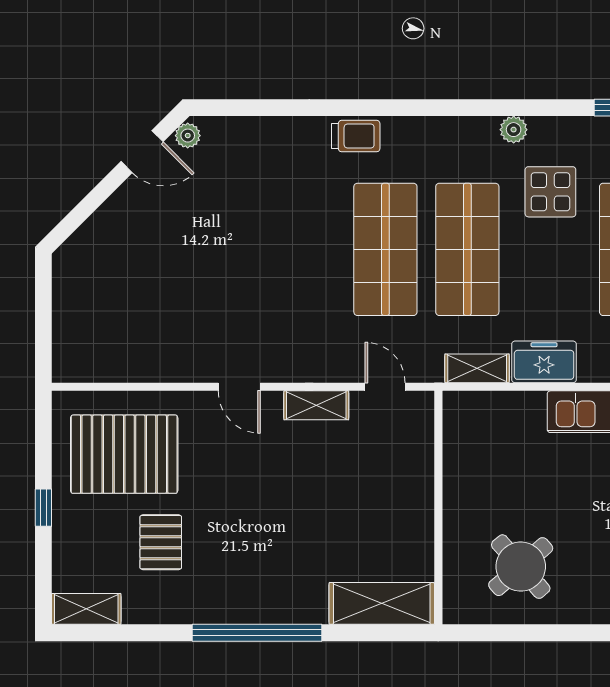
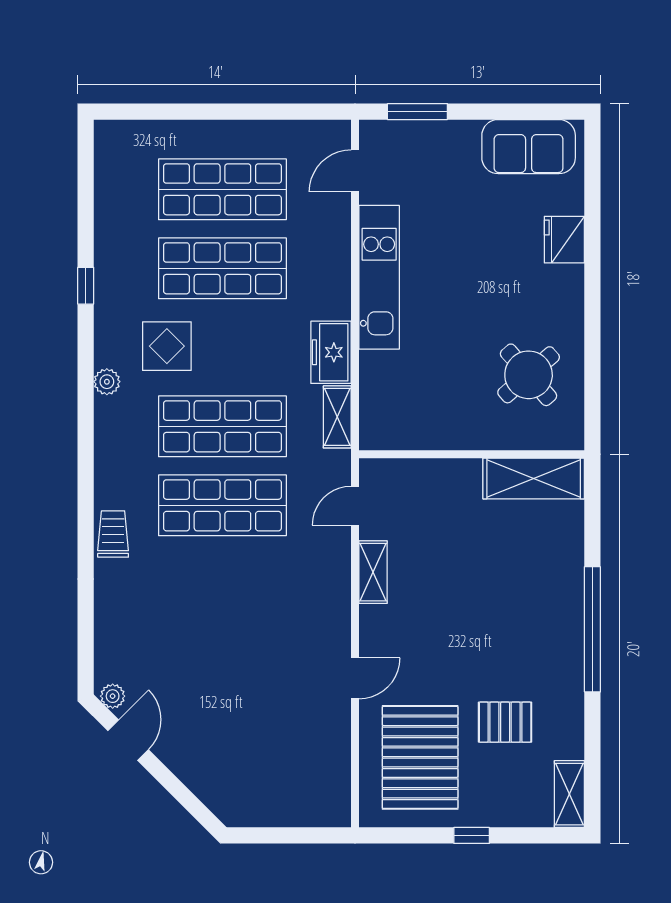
door: (239, 387) -> (355, 678), moved
shelving: (382, 603) -> (534, 478), moved, turned 90

